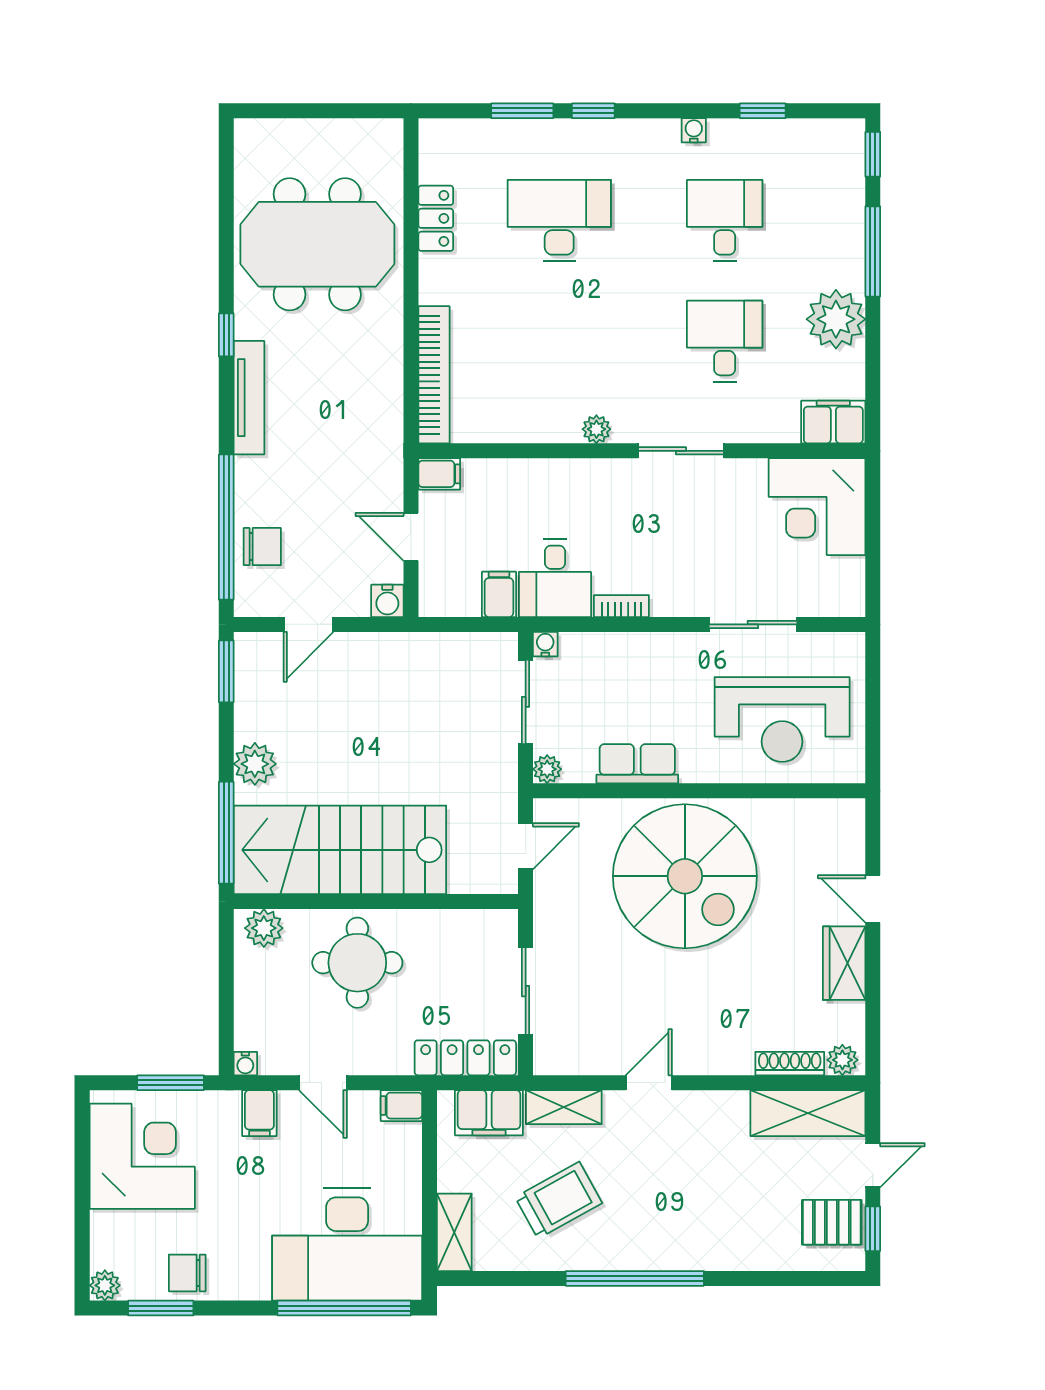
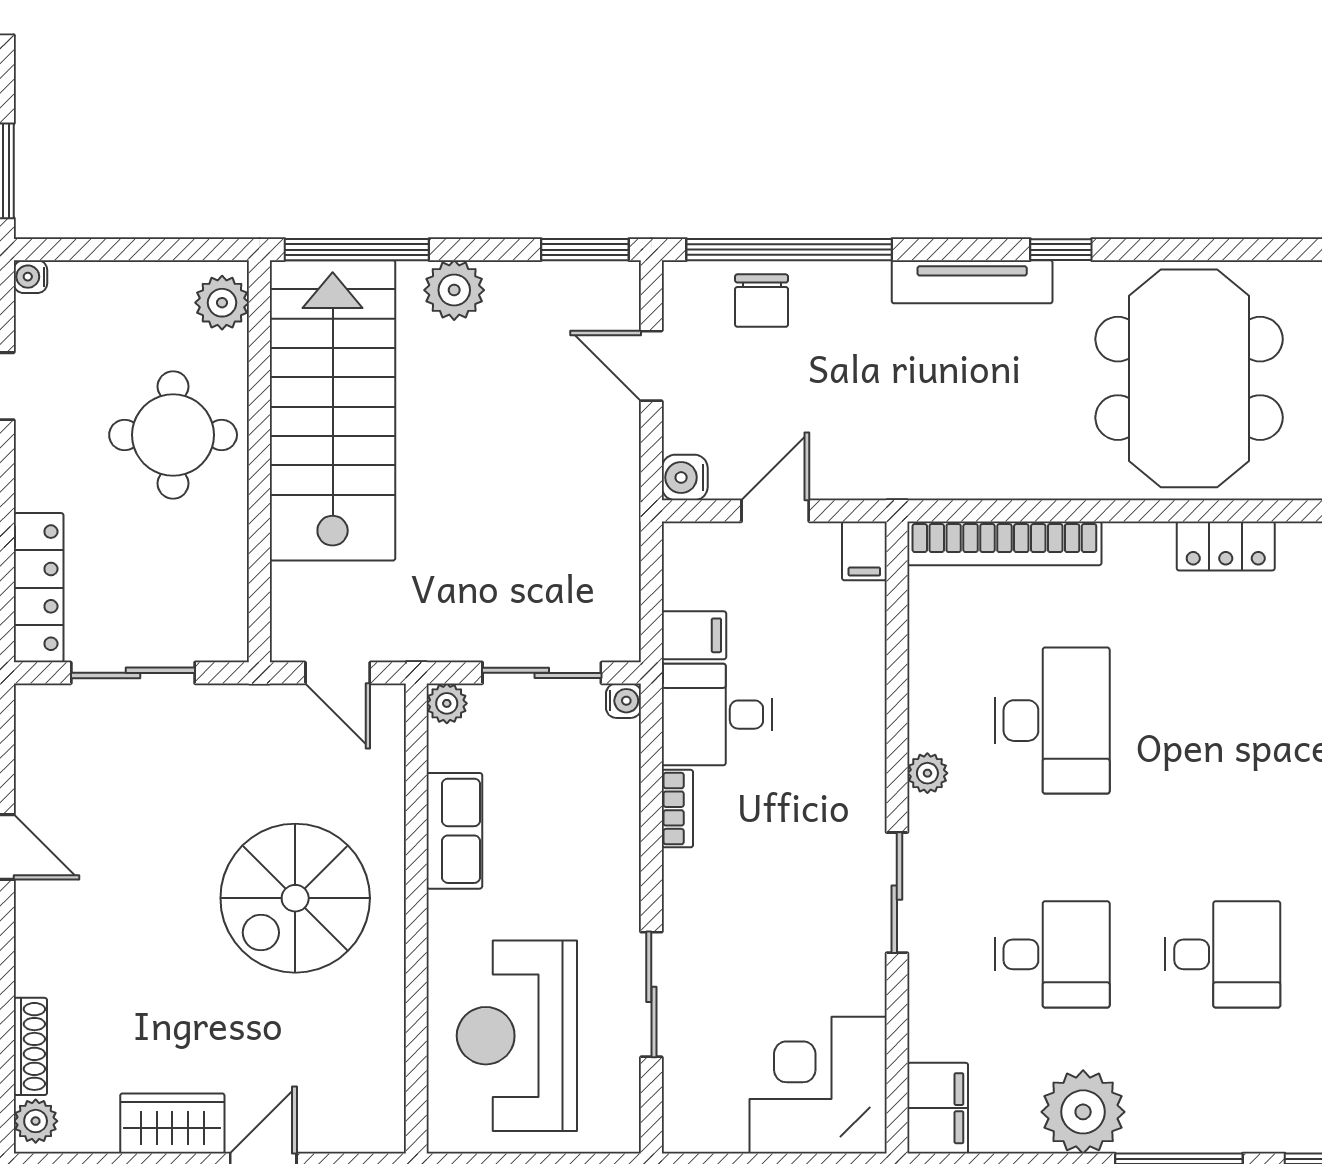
desk: (559, 220) -> (1052, 721), moved
spiral stairs: (685, 876) -> (295, 898), width x0.73, depth x0.73

